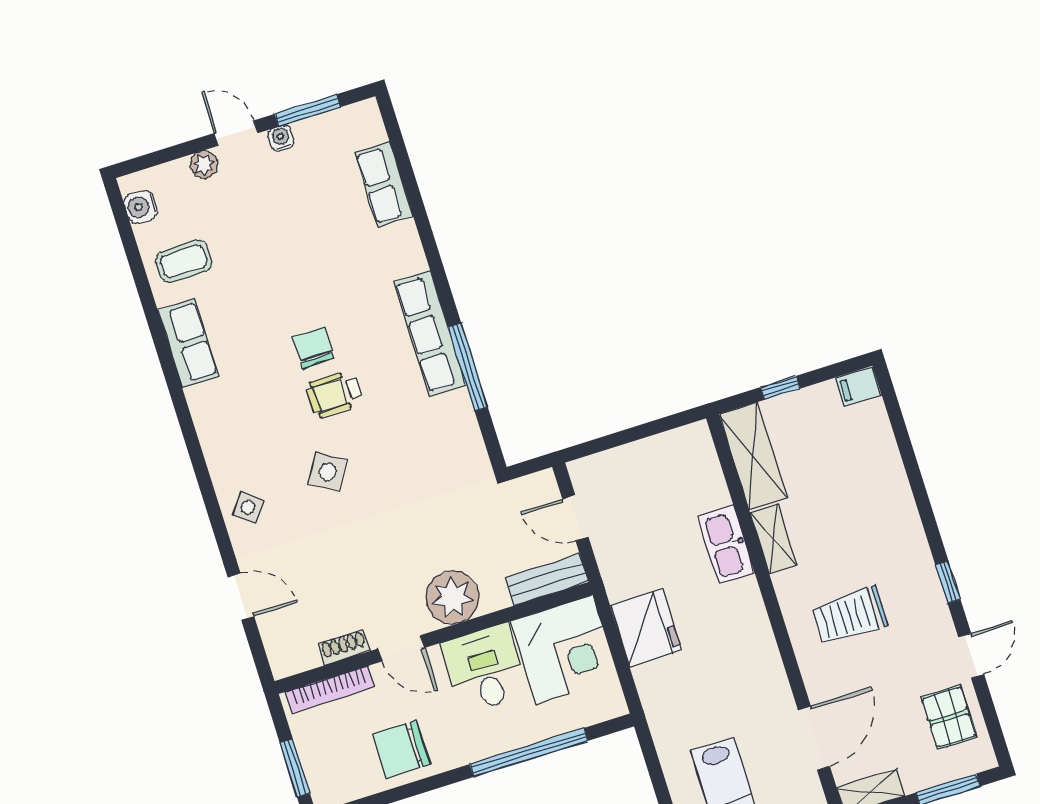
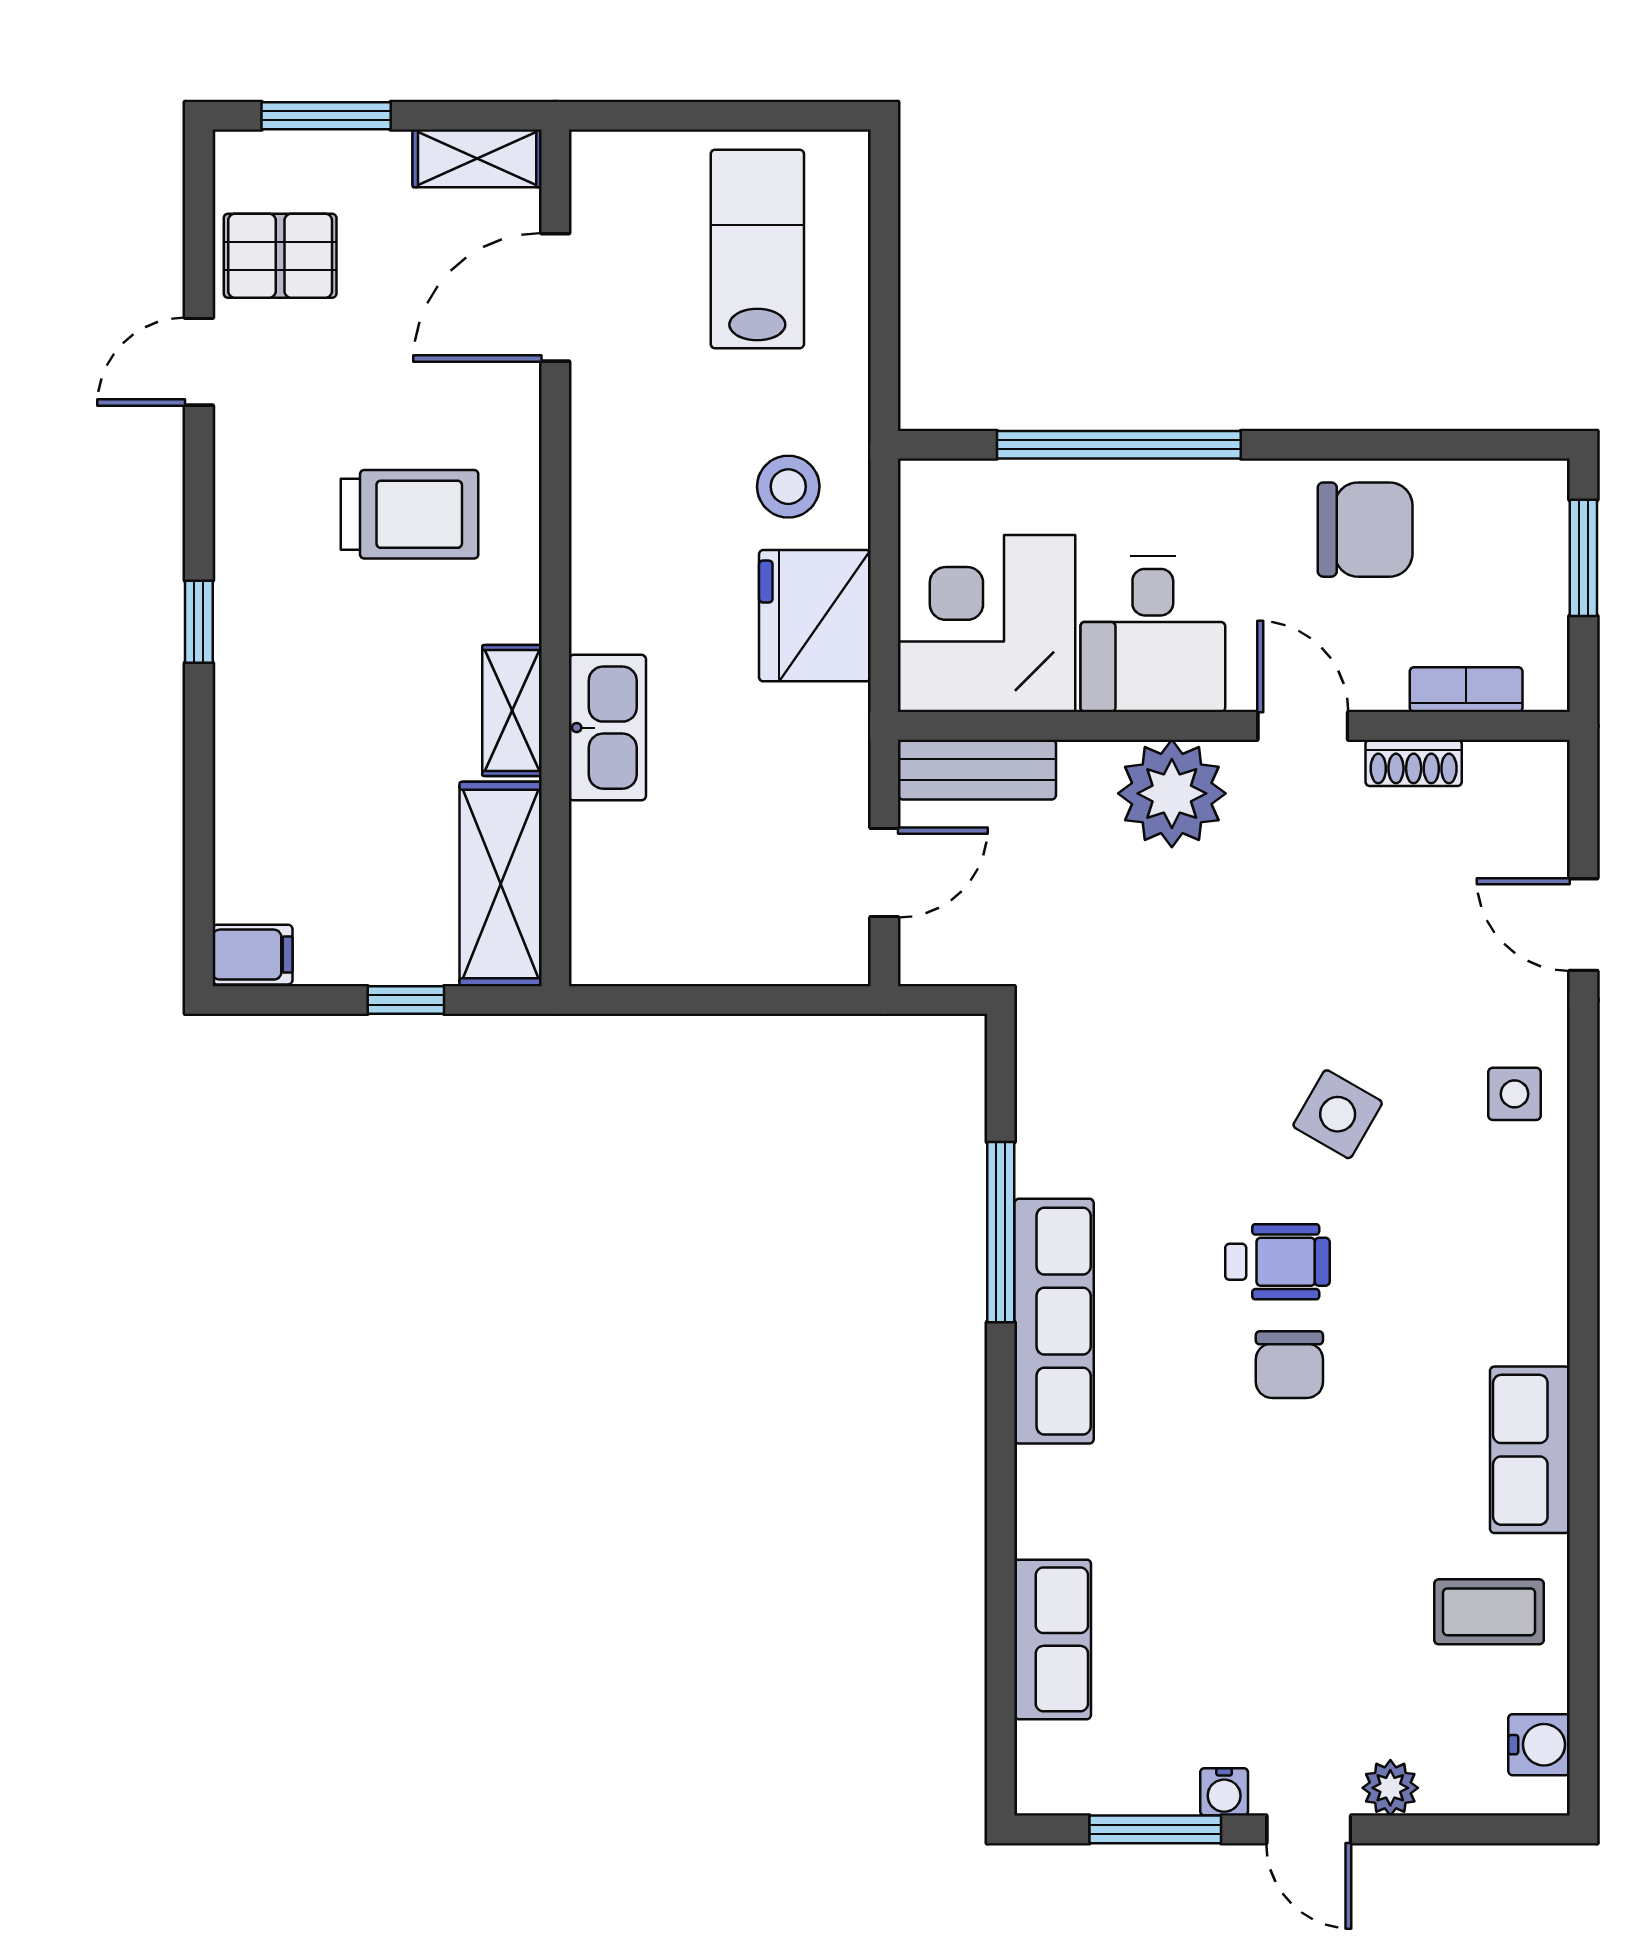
side table: (248, 507) -> (1515, 1094), turned -38
door: (575, 518) -> (884, 872), hinge flipped
window: (948, 582) -> (199, 622), moved
stool: (677, 684) -> (788, 487), added
bookcase: (330, 689) -> (1466, 690), width x0.64
pallet: (949, 717) -> (280, 256), turned 90

